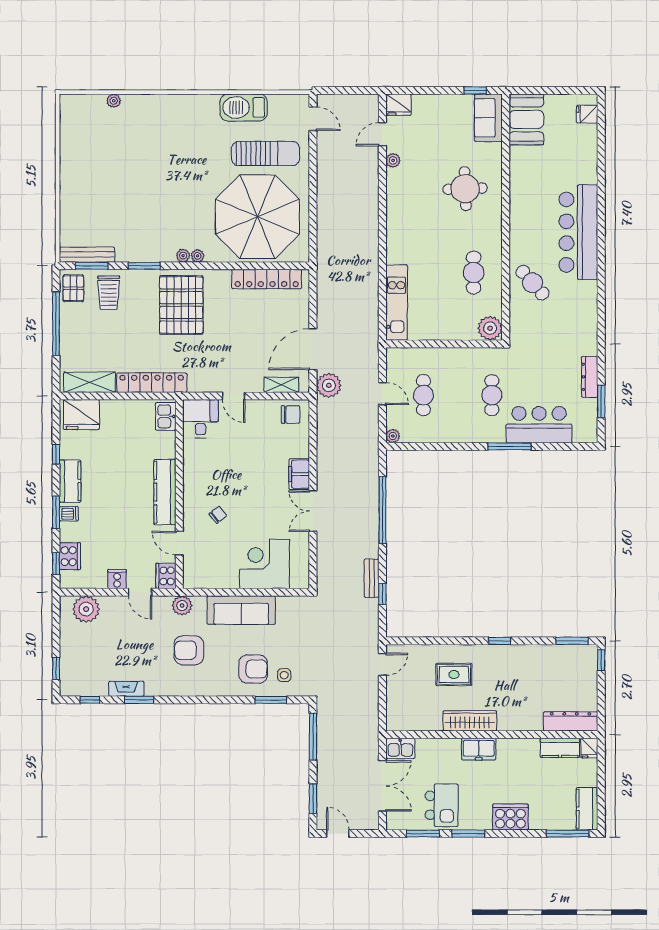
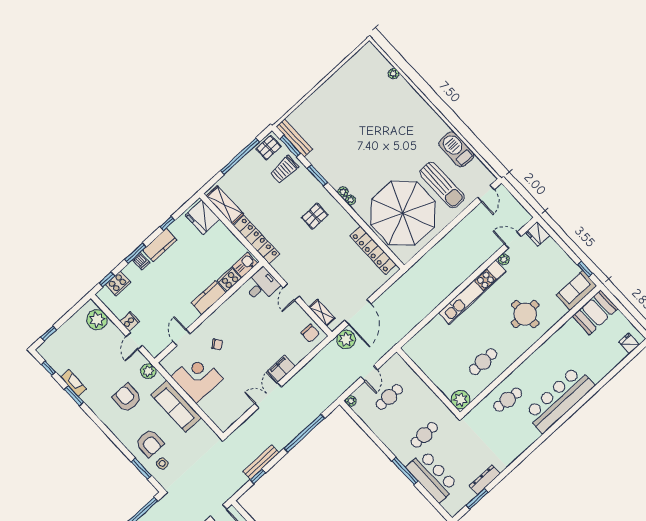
cafe table: (532, 283) -> (508, 400), turned 48
kitchen unit: (397, 303) -> (472, 292), moved, width x1.36
pallet: (181, 305) -> (315, 216), width x0.49, depth x0.50
door: (313, 349) -> (358, 312), swing flipped
kitchen counter: (165, 492) -> (209, 298), width x0.67
corner desk: (264, 564) -> (197, 378), moved
cooker: (166, 576) -> (229, 279), moved
bench: (372, 578) -> (261, 462), width x1.36

